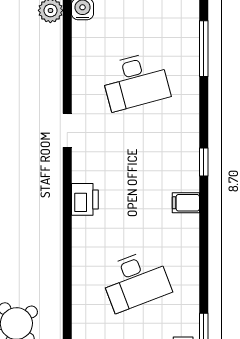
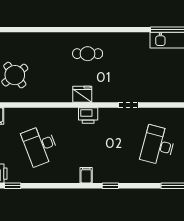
desk: (135, 81) -> (158, 145), turned 30
fridge: (49, 209) -> (82, 94), added

